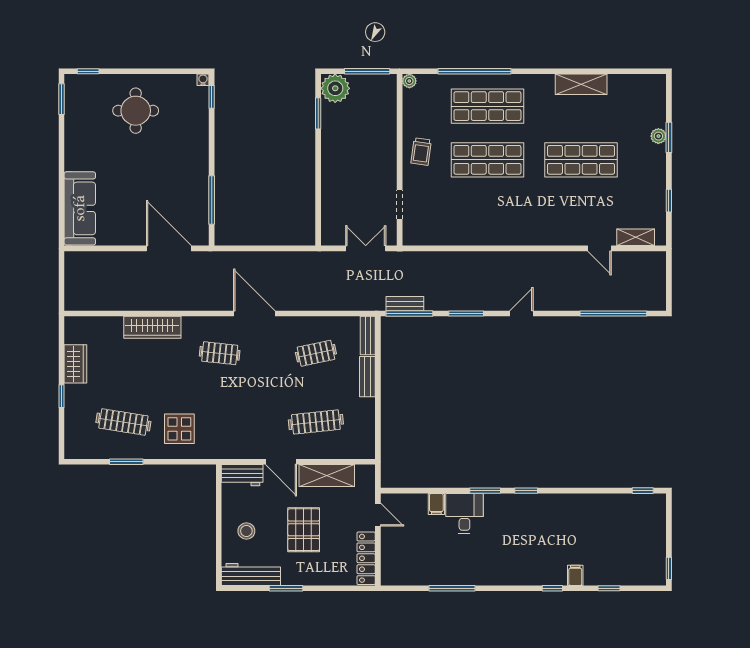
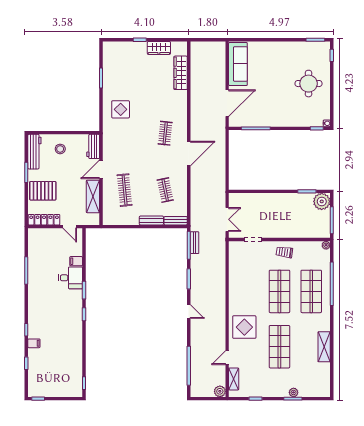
sofa: (80, 208) -> (238, 64), moved, turned -90
display table: (548, 219) -> (244, 327), added
plant: (657, 261) -> (220, 391), added
wardrobe: (152, 327) -> (181, 73), moved
clothes rail: (123, 422) -> (125, 76), removed
door: (378, 515) -> (70, 227), hinge flipped
pallet: (304, 530) -> (43, 191), moved

